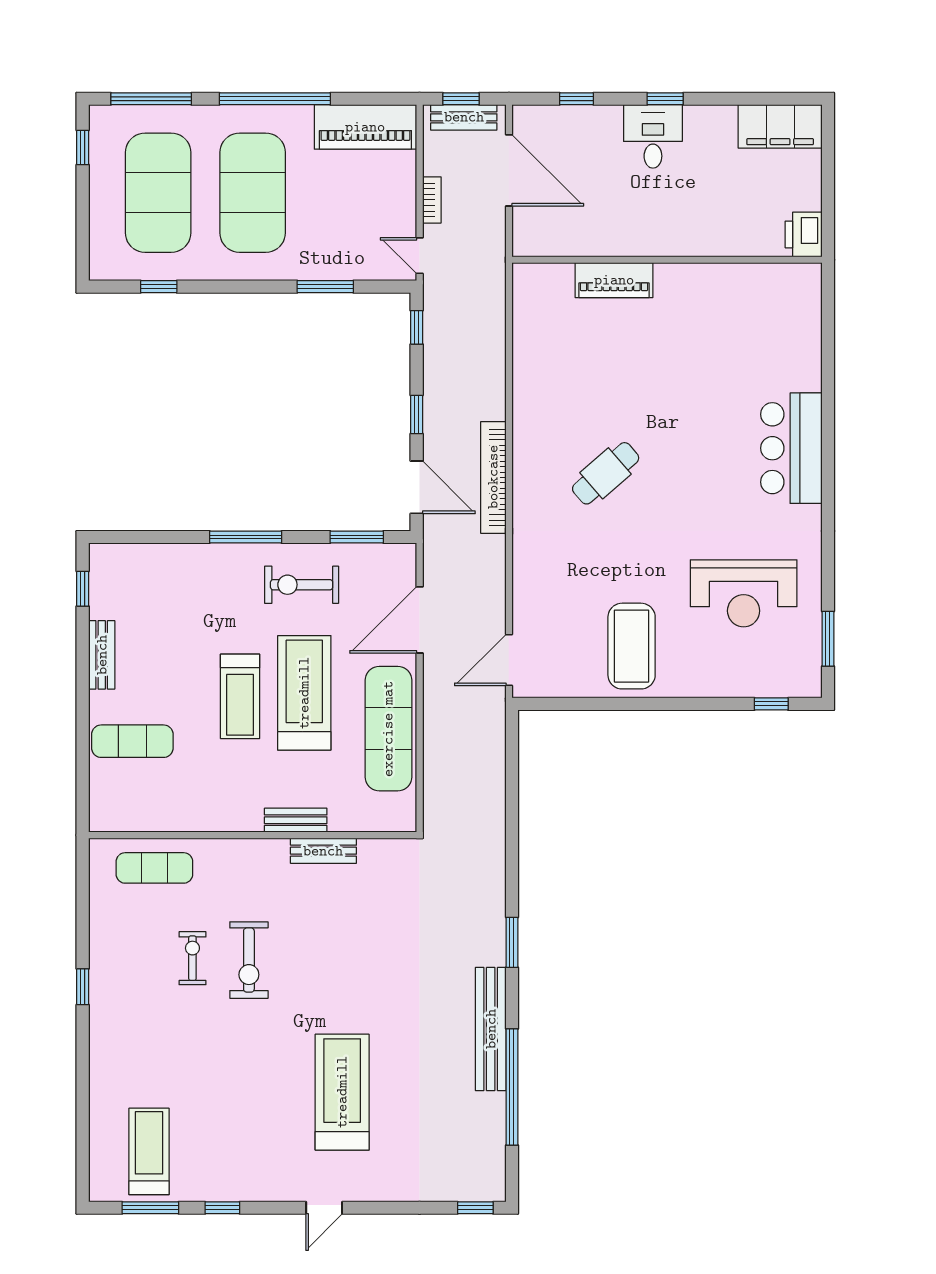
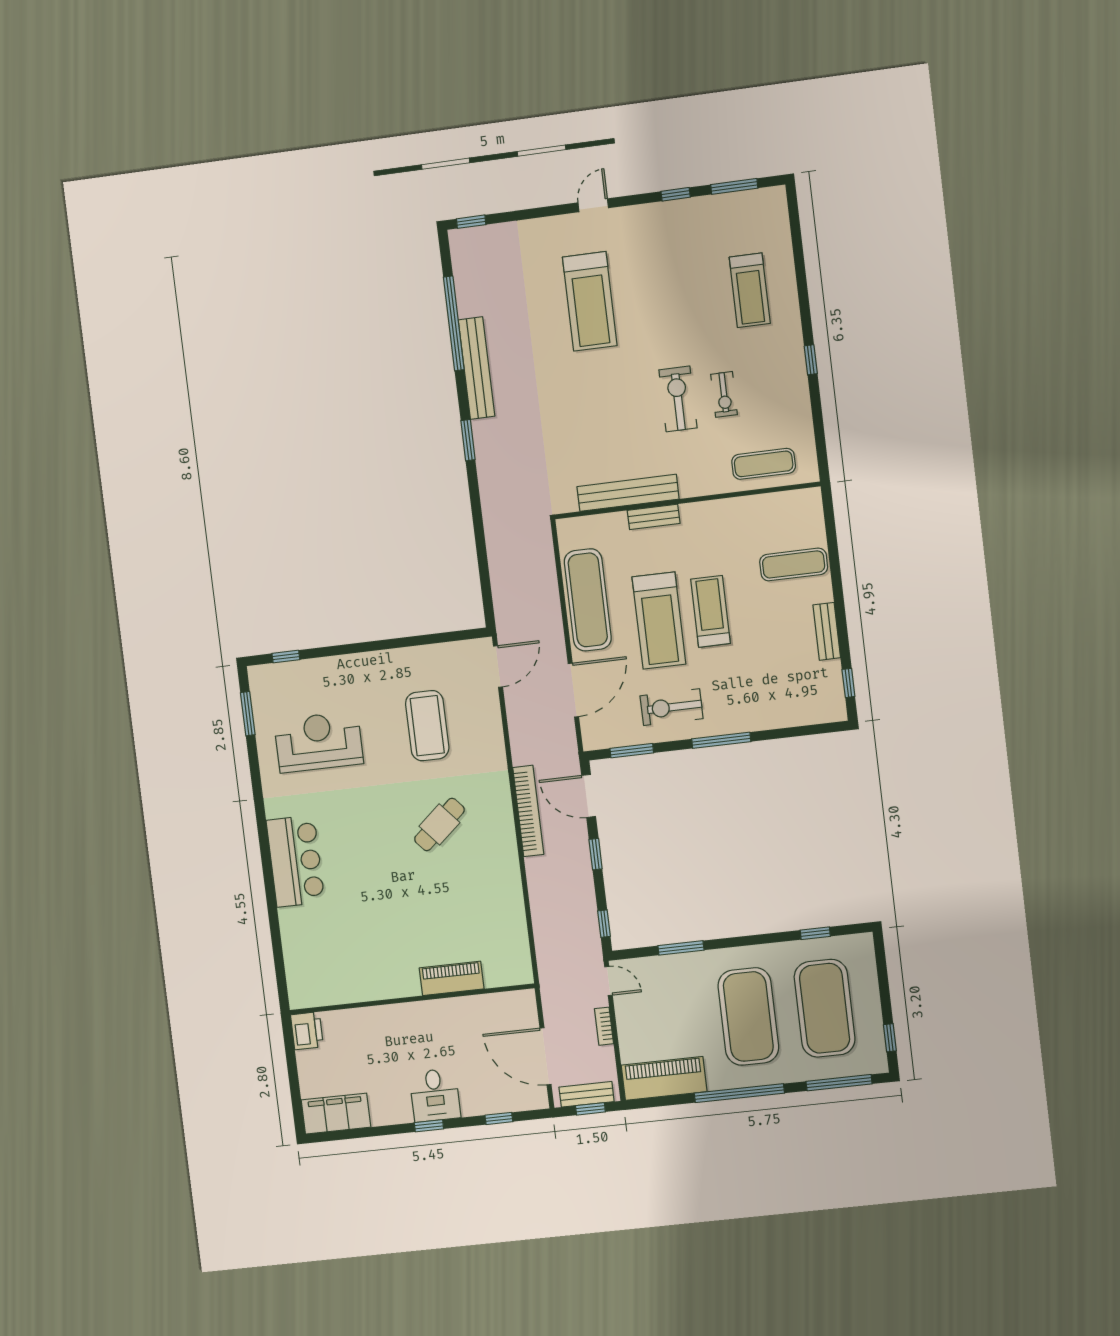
exercise bike: (302, 585) -> (672, 707), turned 180
coffee table: (632, 646) -> (427, 726), moved
bench: (323, 851) -> (628, 493), width x1.86, depth x1.21
treadmill: (149, 1151) -> (750, 290), moved

